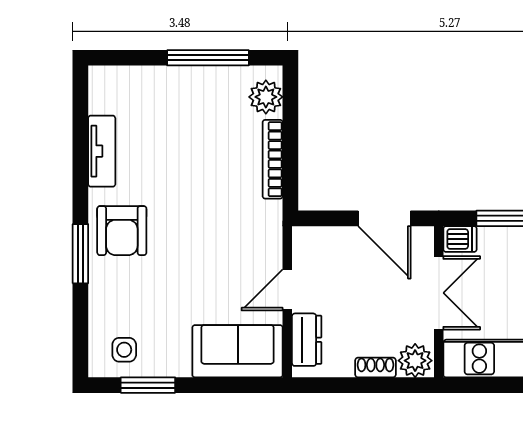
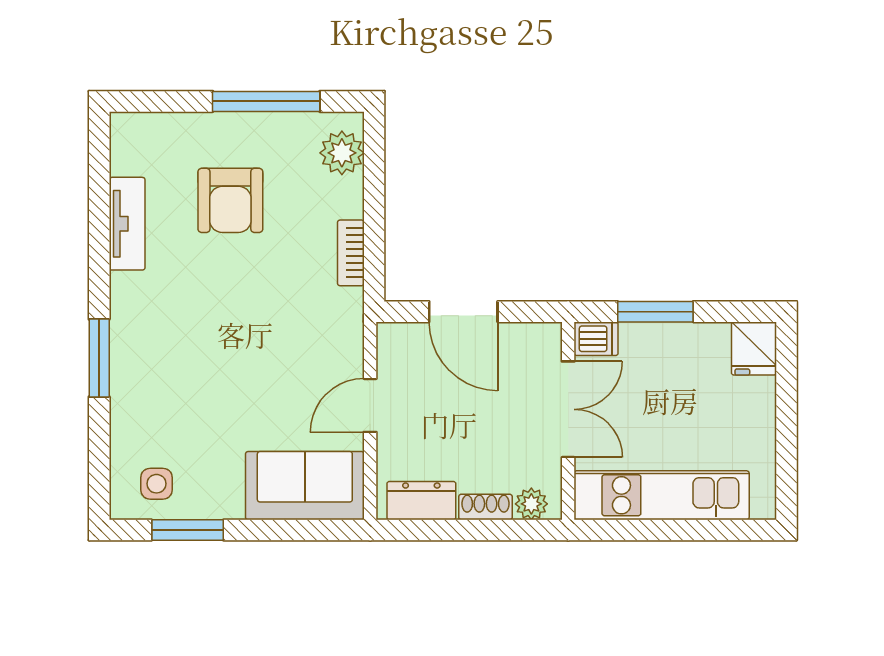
bookcase: (273, 159) -> (351, 253), width x0.64
door: (384, 218) -> (463, 312), moved
armchair: (122, 231) -> (230, 200), moved
dresser: (307, 340) -> (421, 501), moved, turned -90
plant: (415, 361) -> (531, 504), width x0.73, depth x0.73

